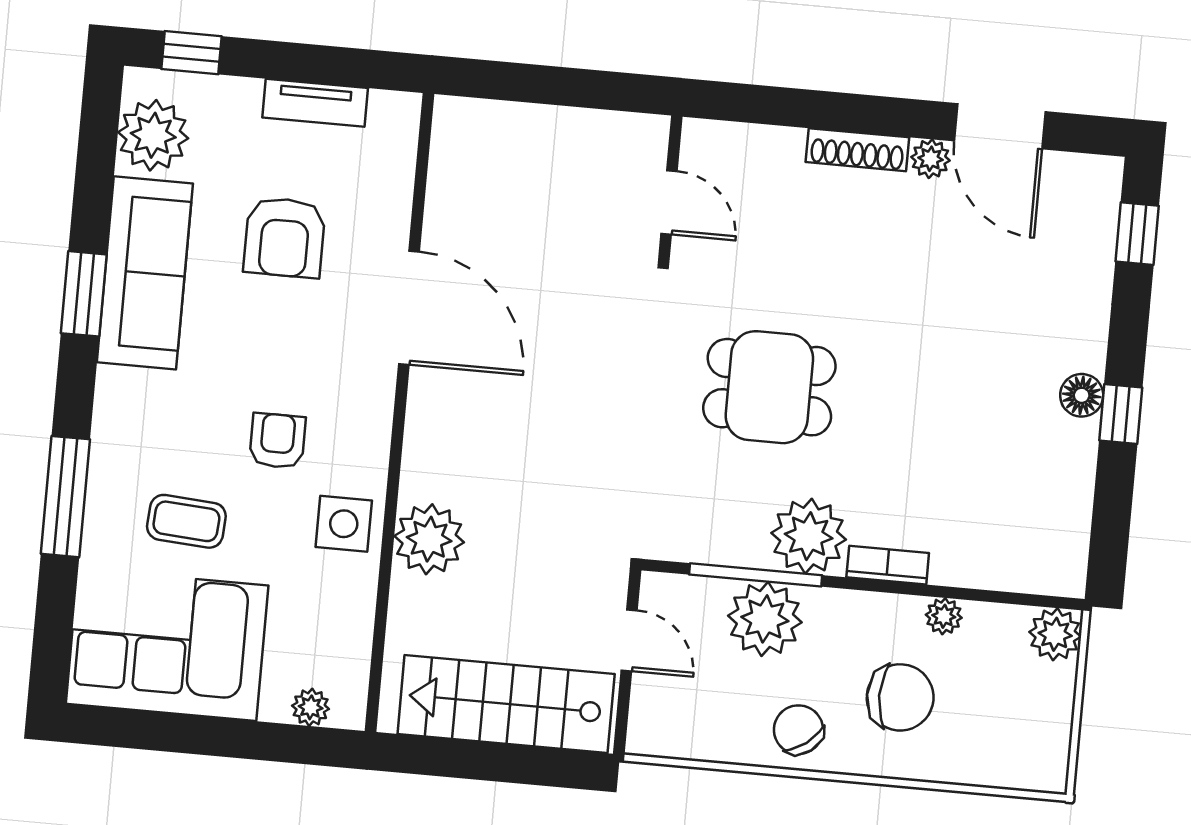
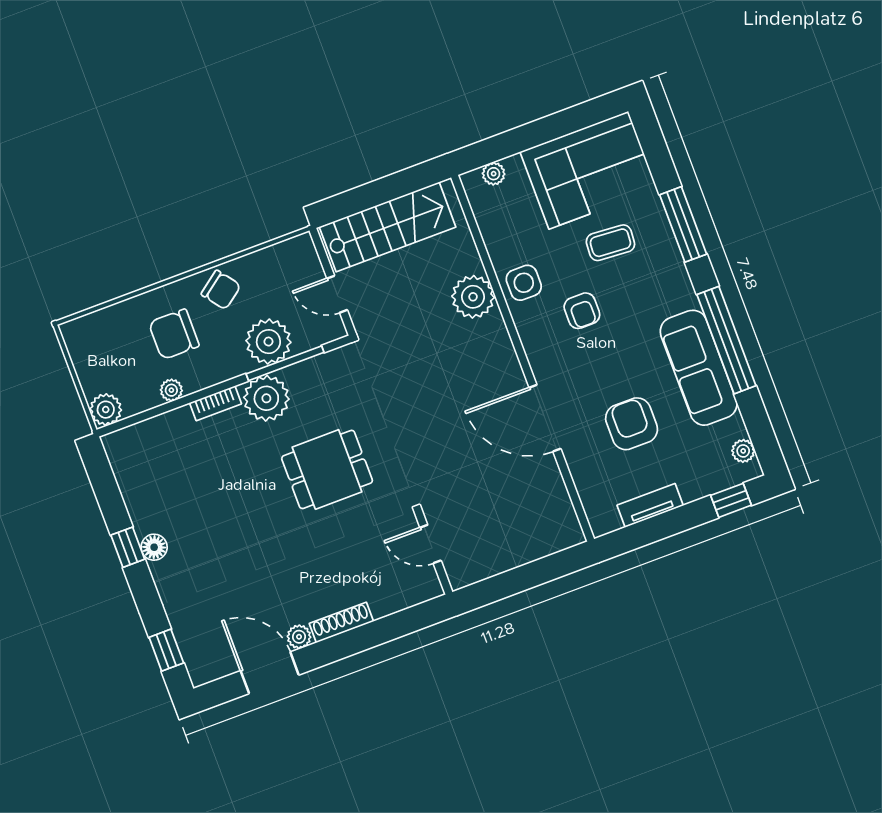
plant: (153, 135) -> (743, 451), width x0.53, depth x0.53
window: (84, 294) -> (726, 340), width x2.11

